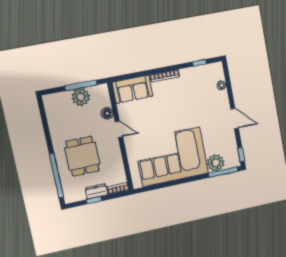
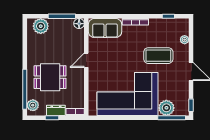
plant: (81, 97) -> (41, 26), moved
coffee table: (197, 108) -> (158, 56), added
floor lamp: (107, 113) -> (79, 24), moved
door: (119, 129) -> (86, 60), swing flipped
dining table: (82, 156) -> (50, 77), turned 90
plant: (69, 191) -> (33, 105), added

